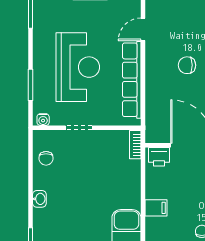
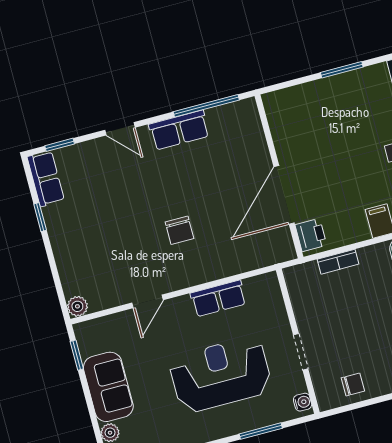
door: (143, 29) -> (148, 301), hinge flipped
row of seats: (132, 80) -> (218, 298), width x0.50
bookcase: (135, 145) -> (338, 262), moved

